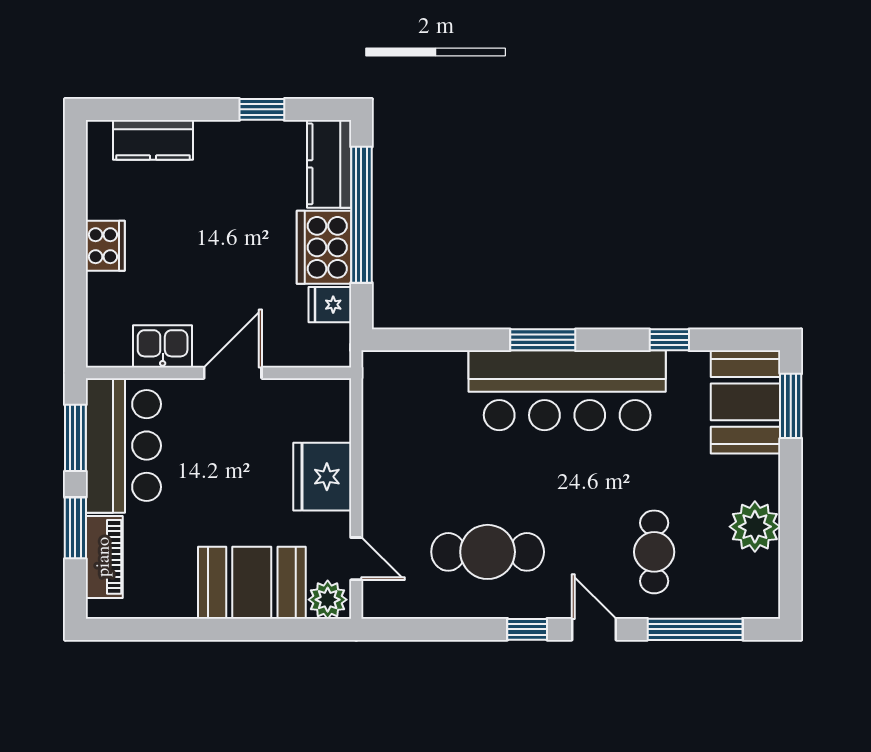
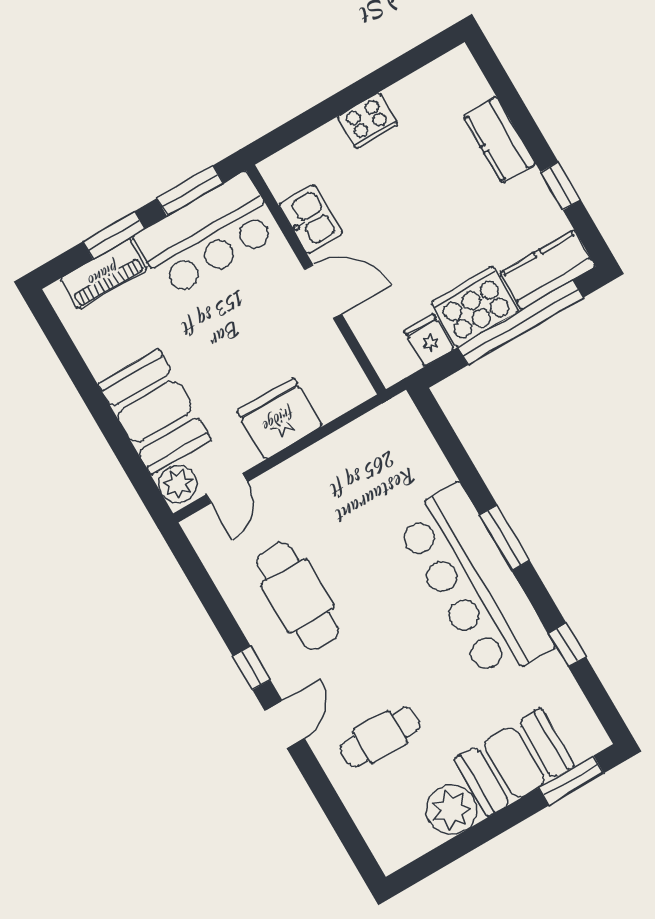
kitchen counter: (153, 140) -> (499, 140), moved
booth: (746, 402) -> (514, 762), moved
window: (695, 629) -> (335, 810), removed

